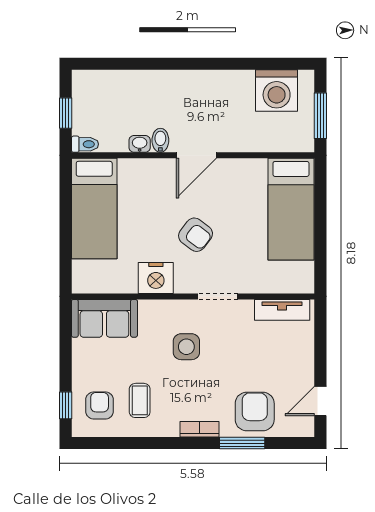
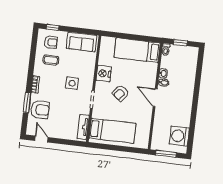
bed: (291, 209) -> (112, 131), moved, turned 180
sofa: (104, 318) -> (81, 42), moved, turned -90

